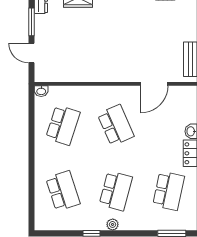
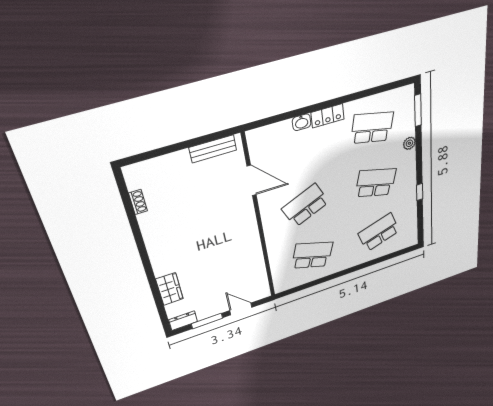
door: (32, 53) -> (241, 309), swing flipped
washbasin: (41, 91) -> (280, 287), removed
plant: (113, 224) -> (409, 143), moved

